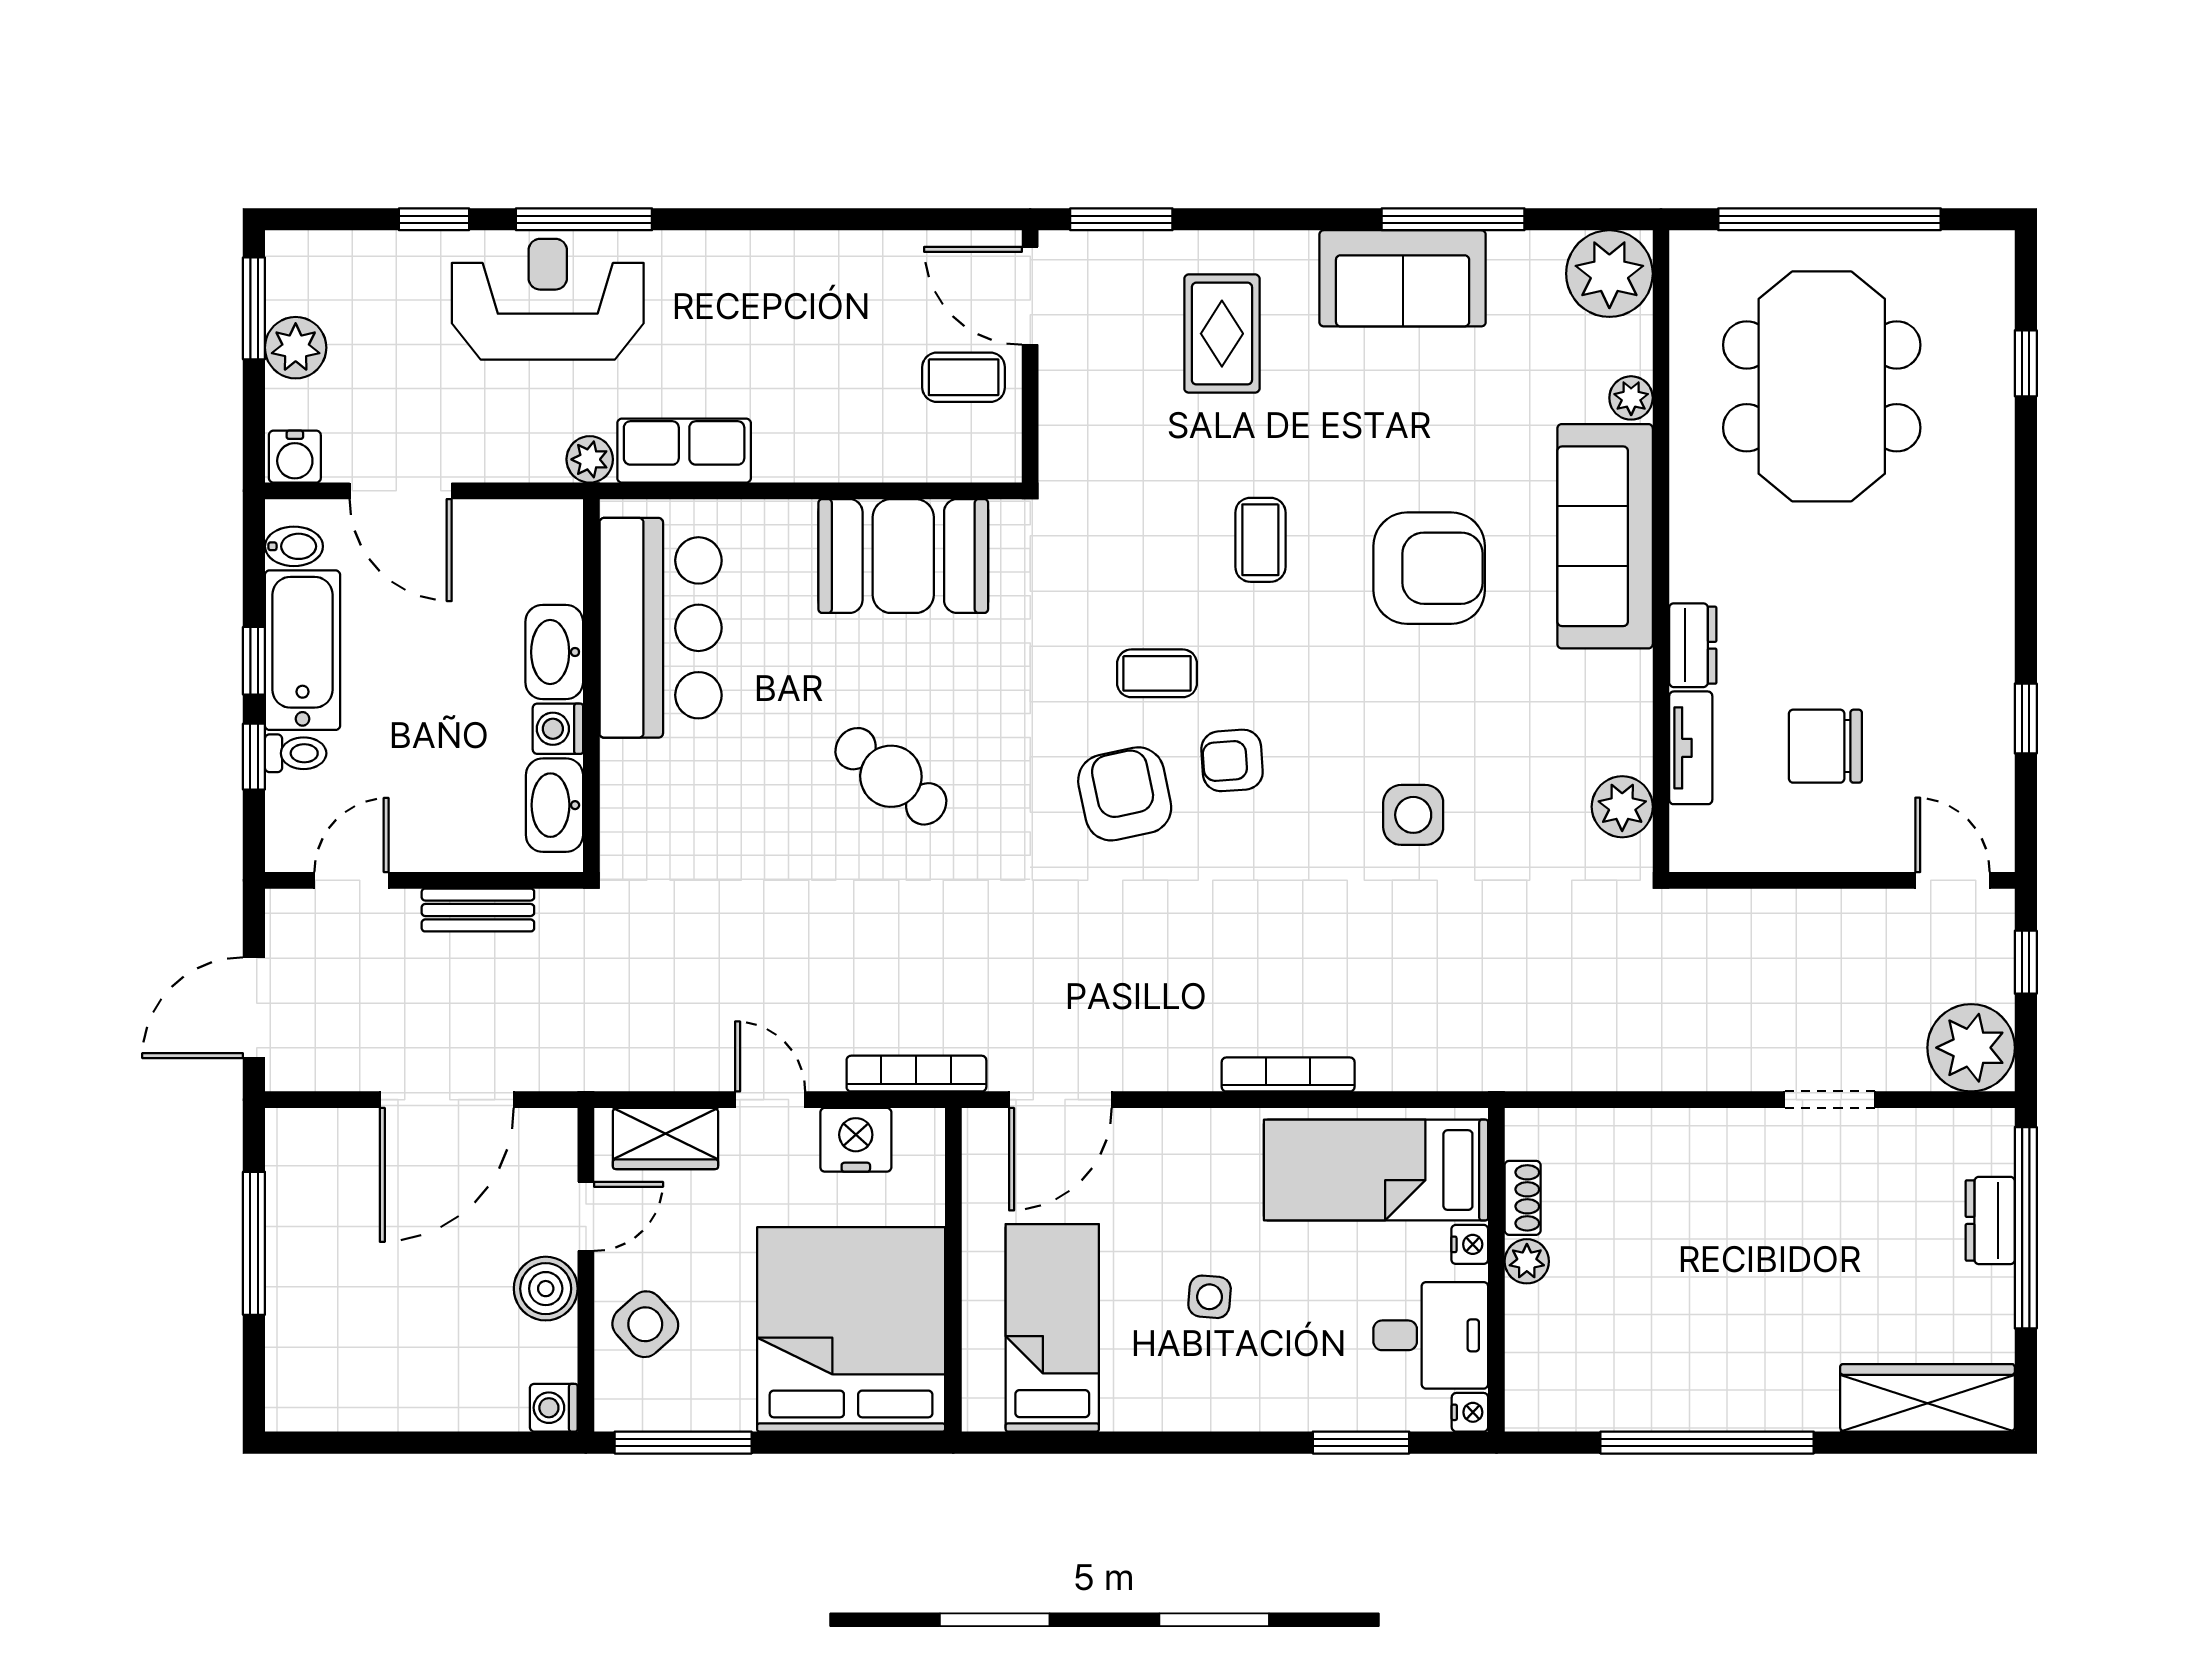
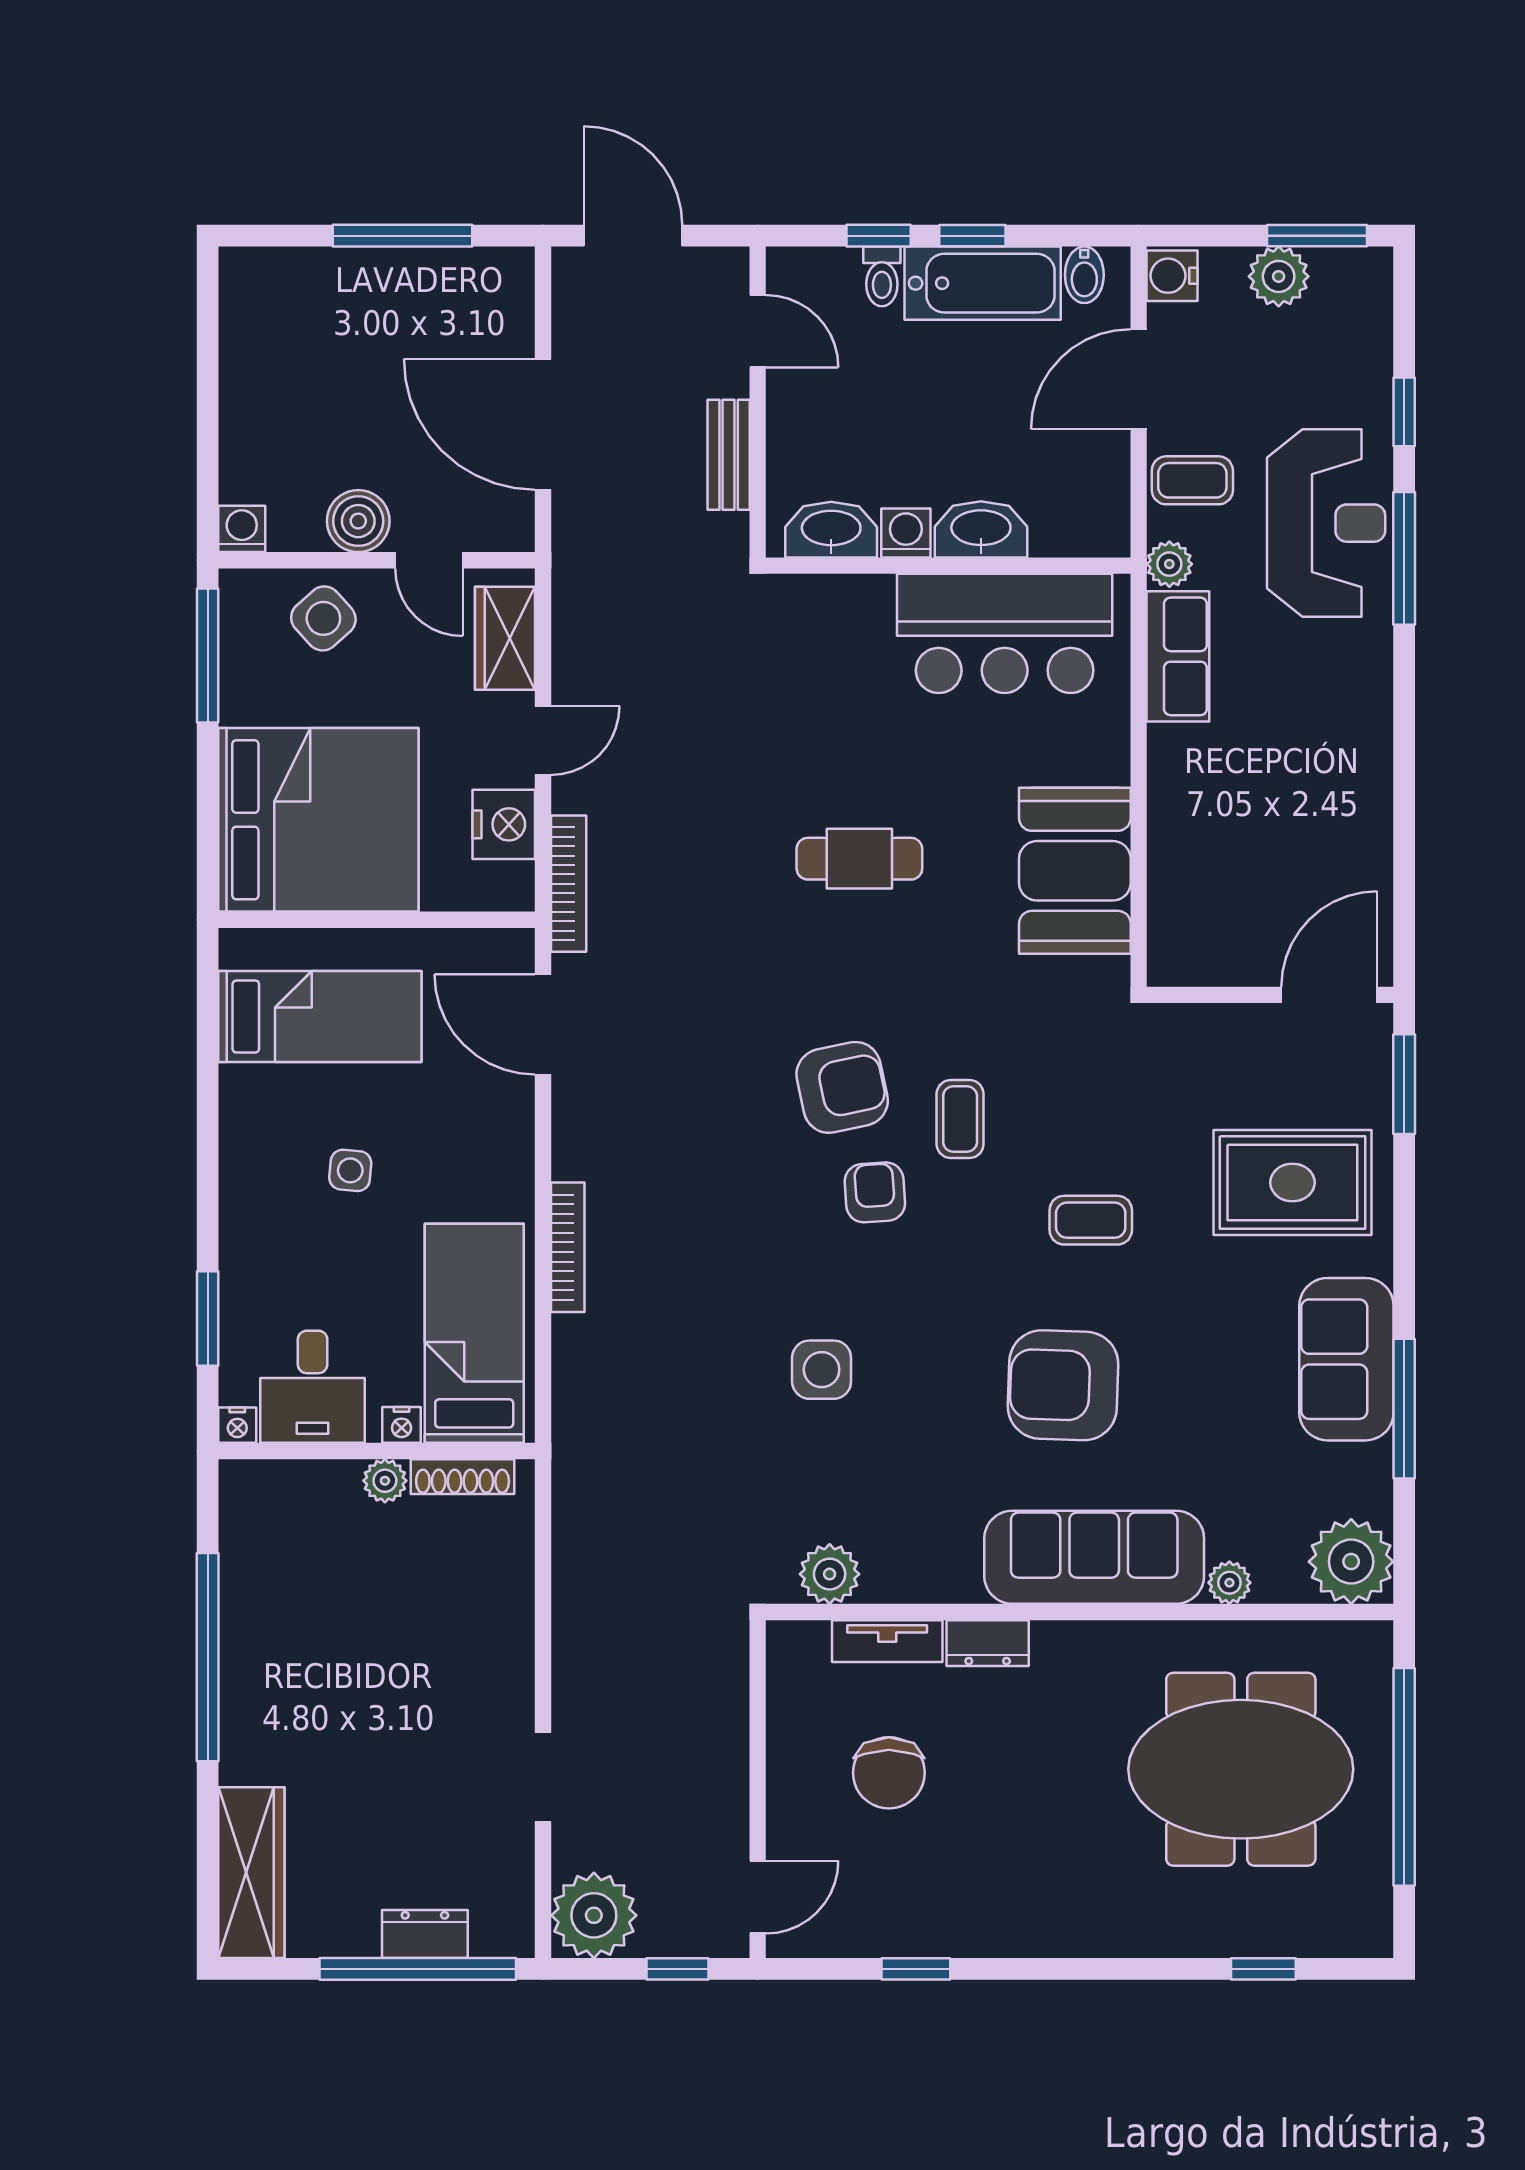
rug: (1222, 334) -> (1292, 1183), width x1.36, depth x1.43
coffee table: (964, 377) -> (1192, 480), moved, turned 90
armchair: (1429, 568) -> (1063, 1385), turned 92
chair: (1825, 746) -> (889, 1773), turned 180
cafe table: (891, 776) -> (859, 859), turned 52
shoe rack: (1523, 1198) -> (463, 1477), width x1.43

